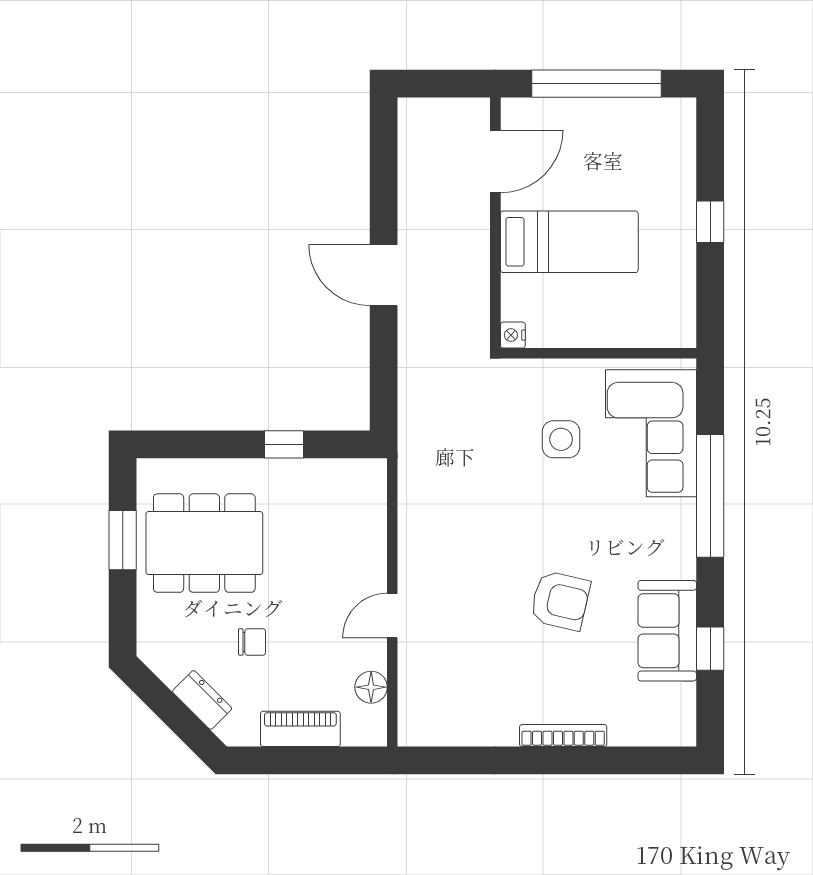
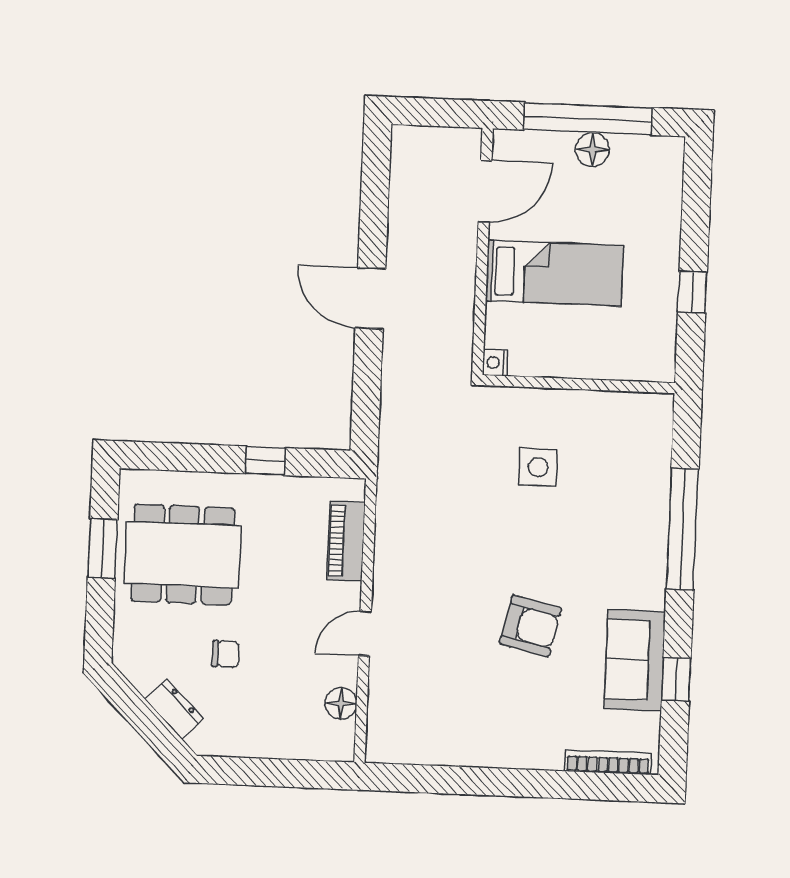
floor lamp: (603, 115) -> (592, 149), added
window: (710, 222) -> (692, 292), moved
corner sofa: (651, 433) -> (627, 465), removed
piano: (300, 729) -> (346, 541), moved, turned -90
bookcase: (563, 736) -> (608, 762), moved

